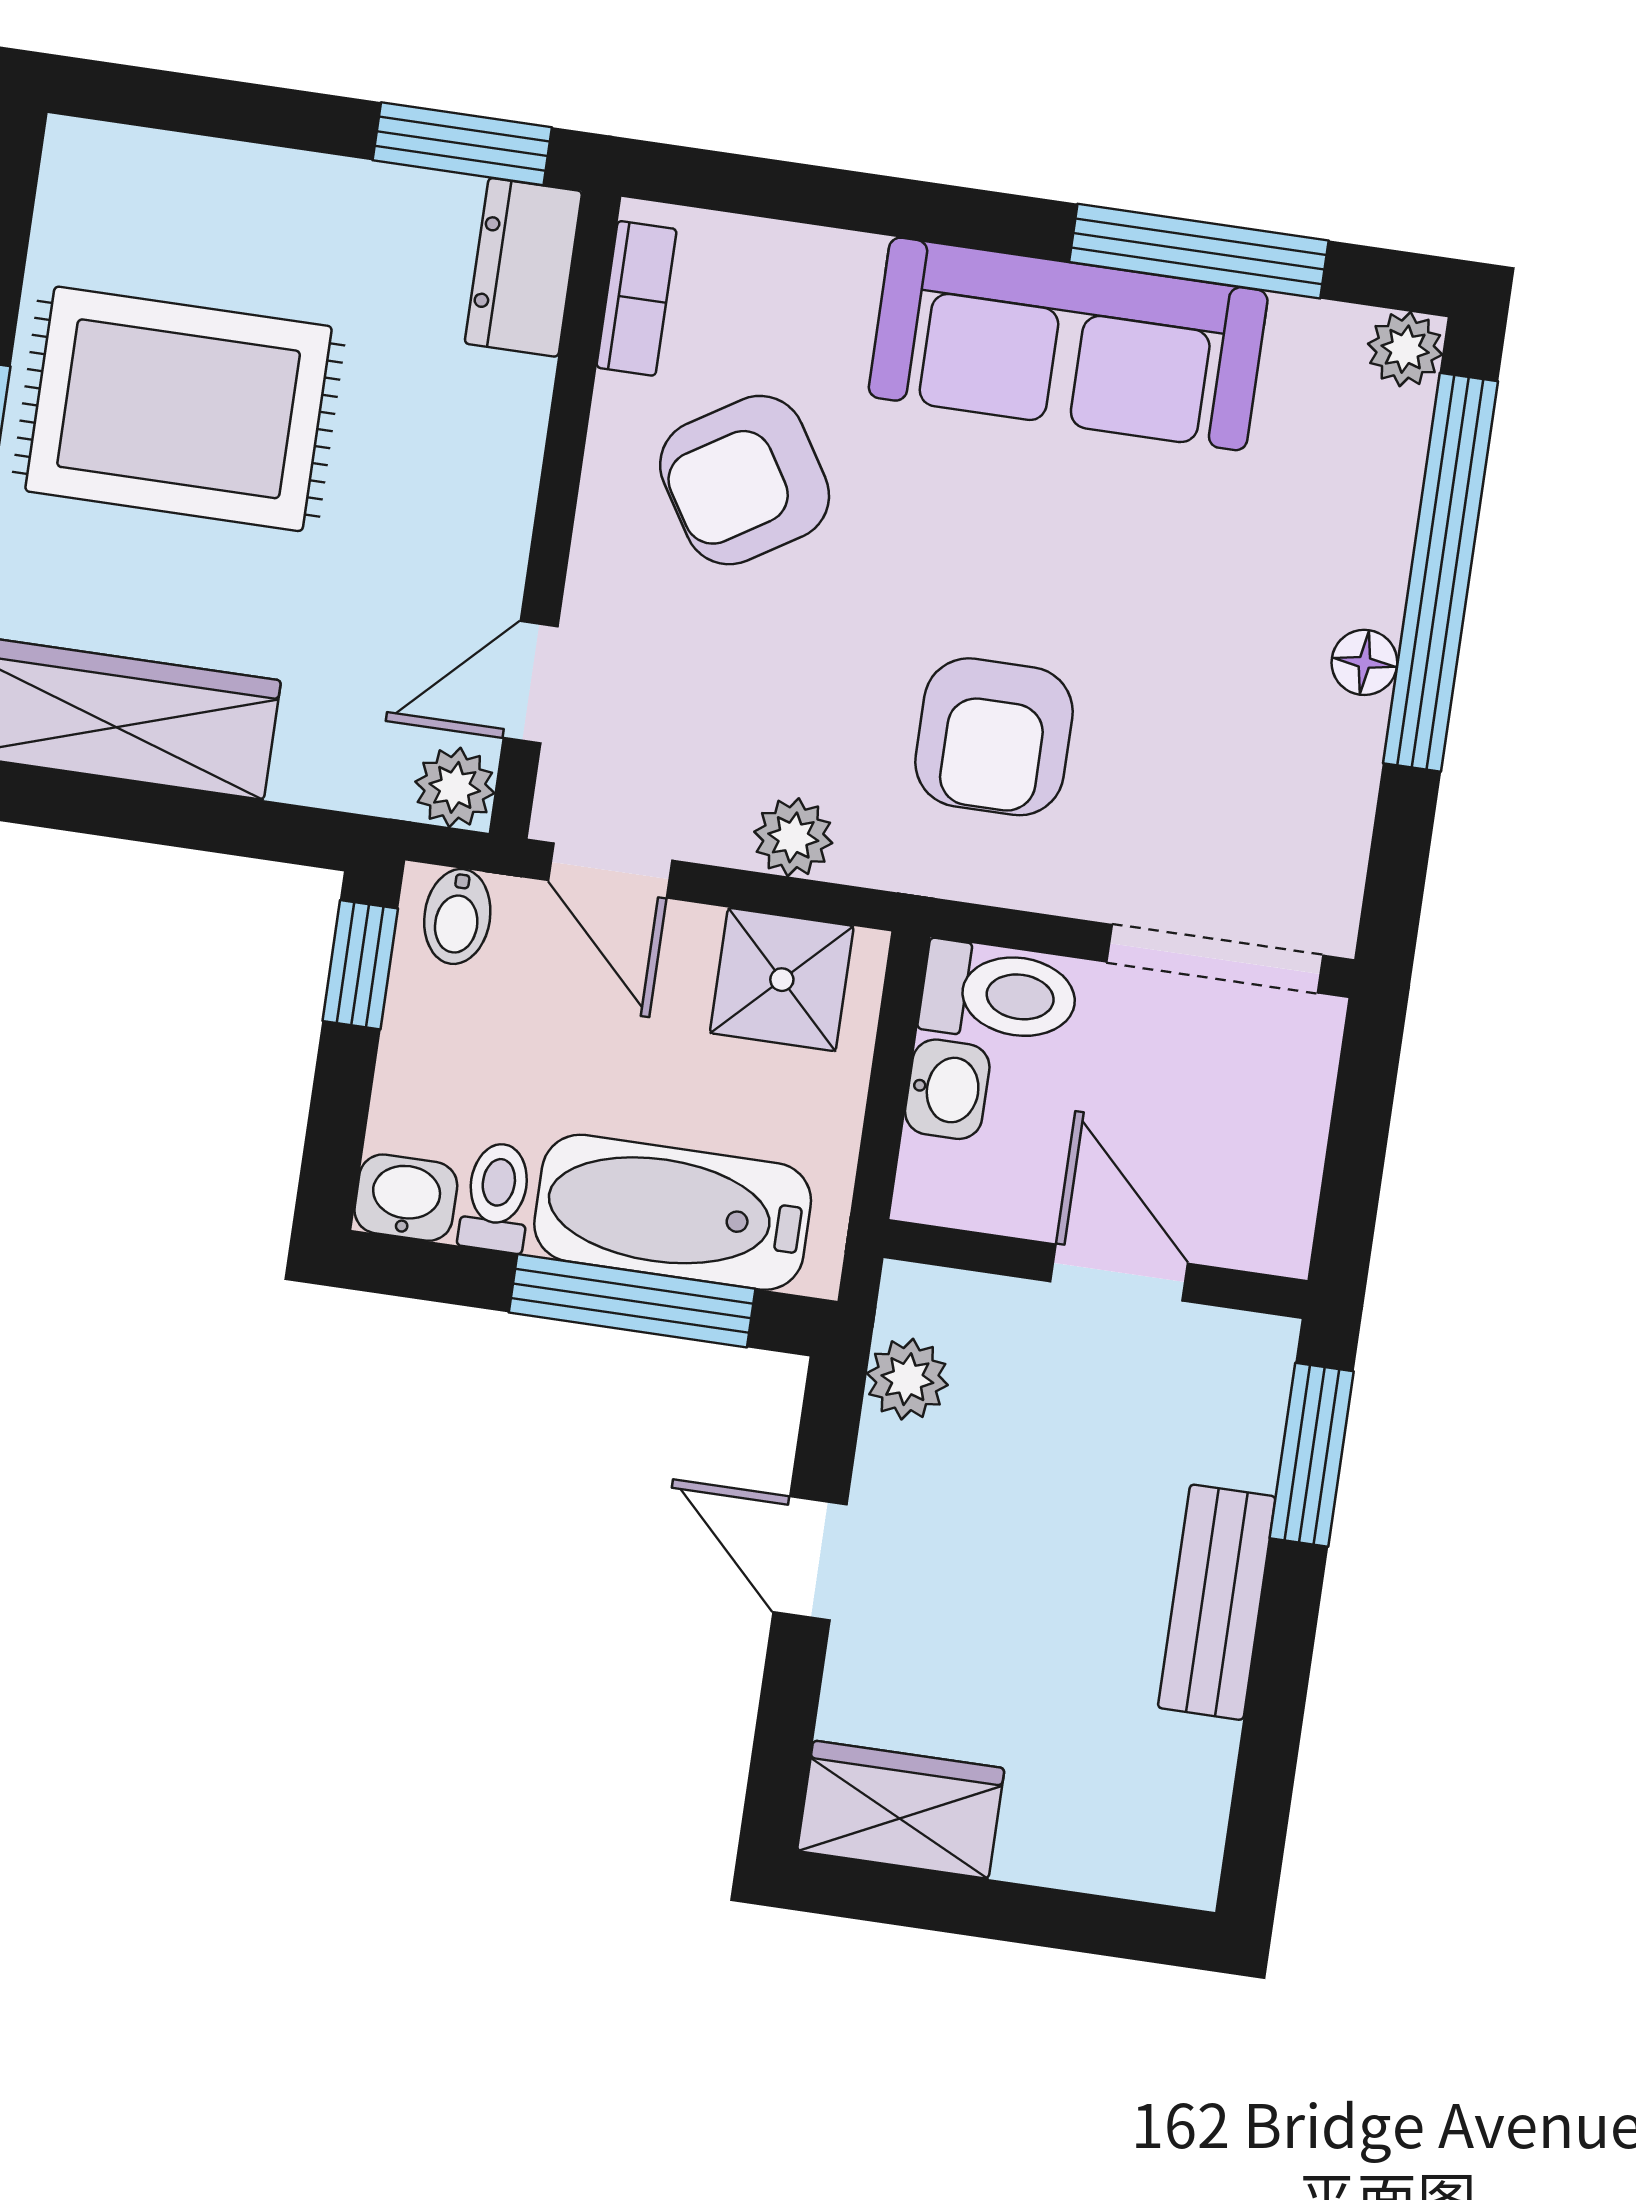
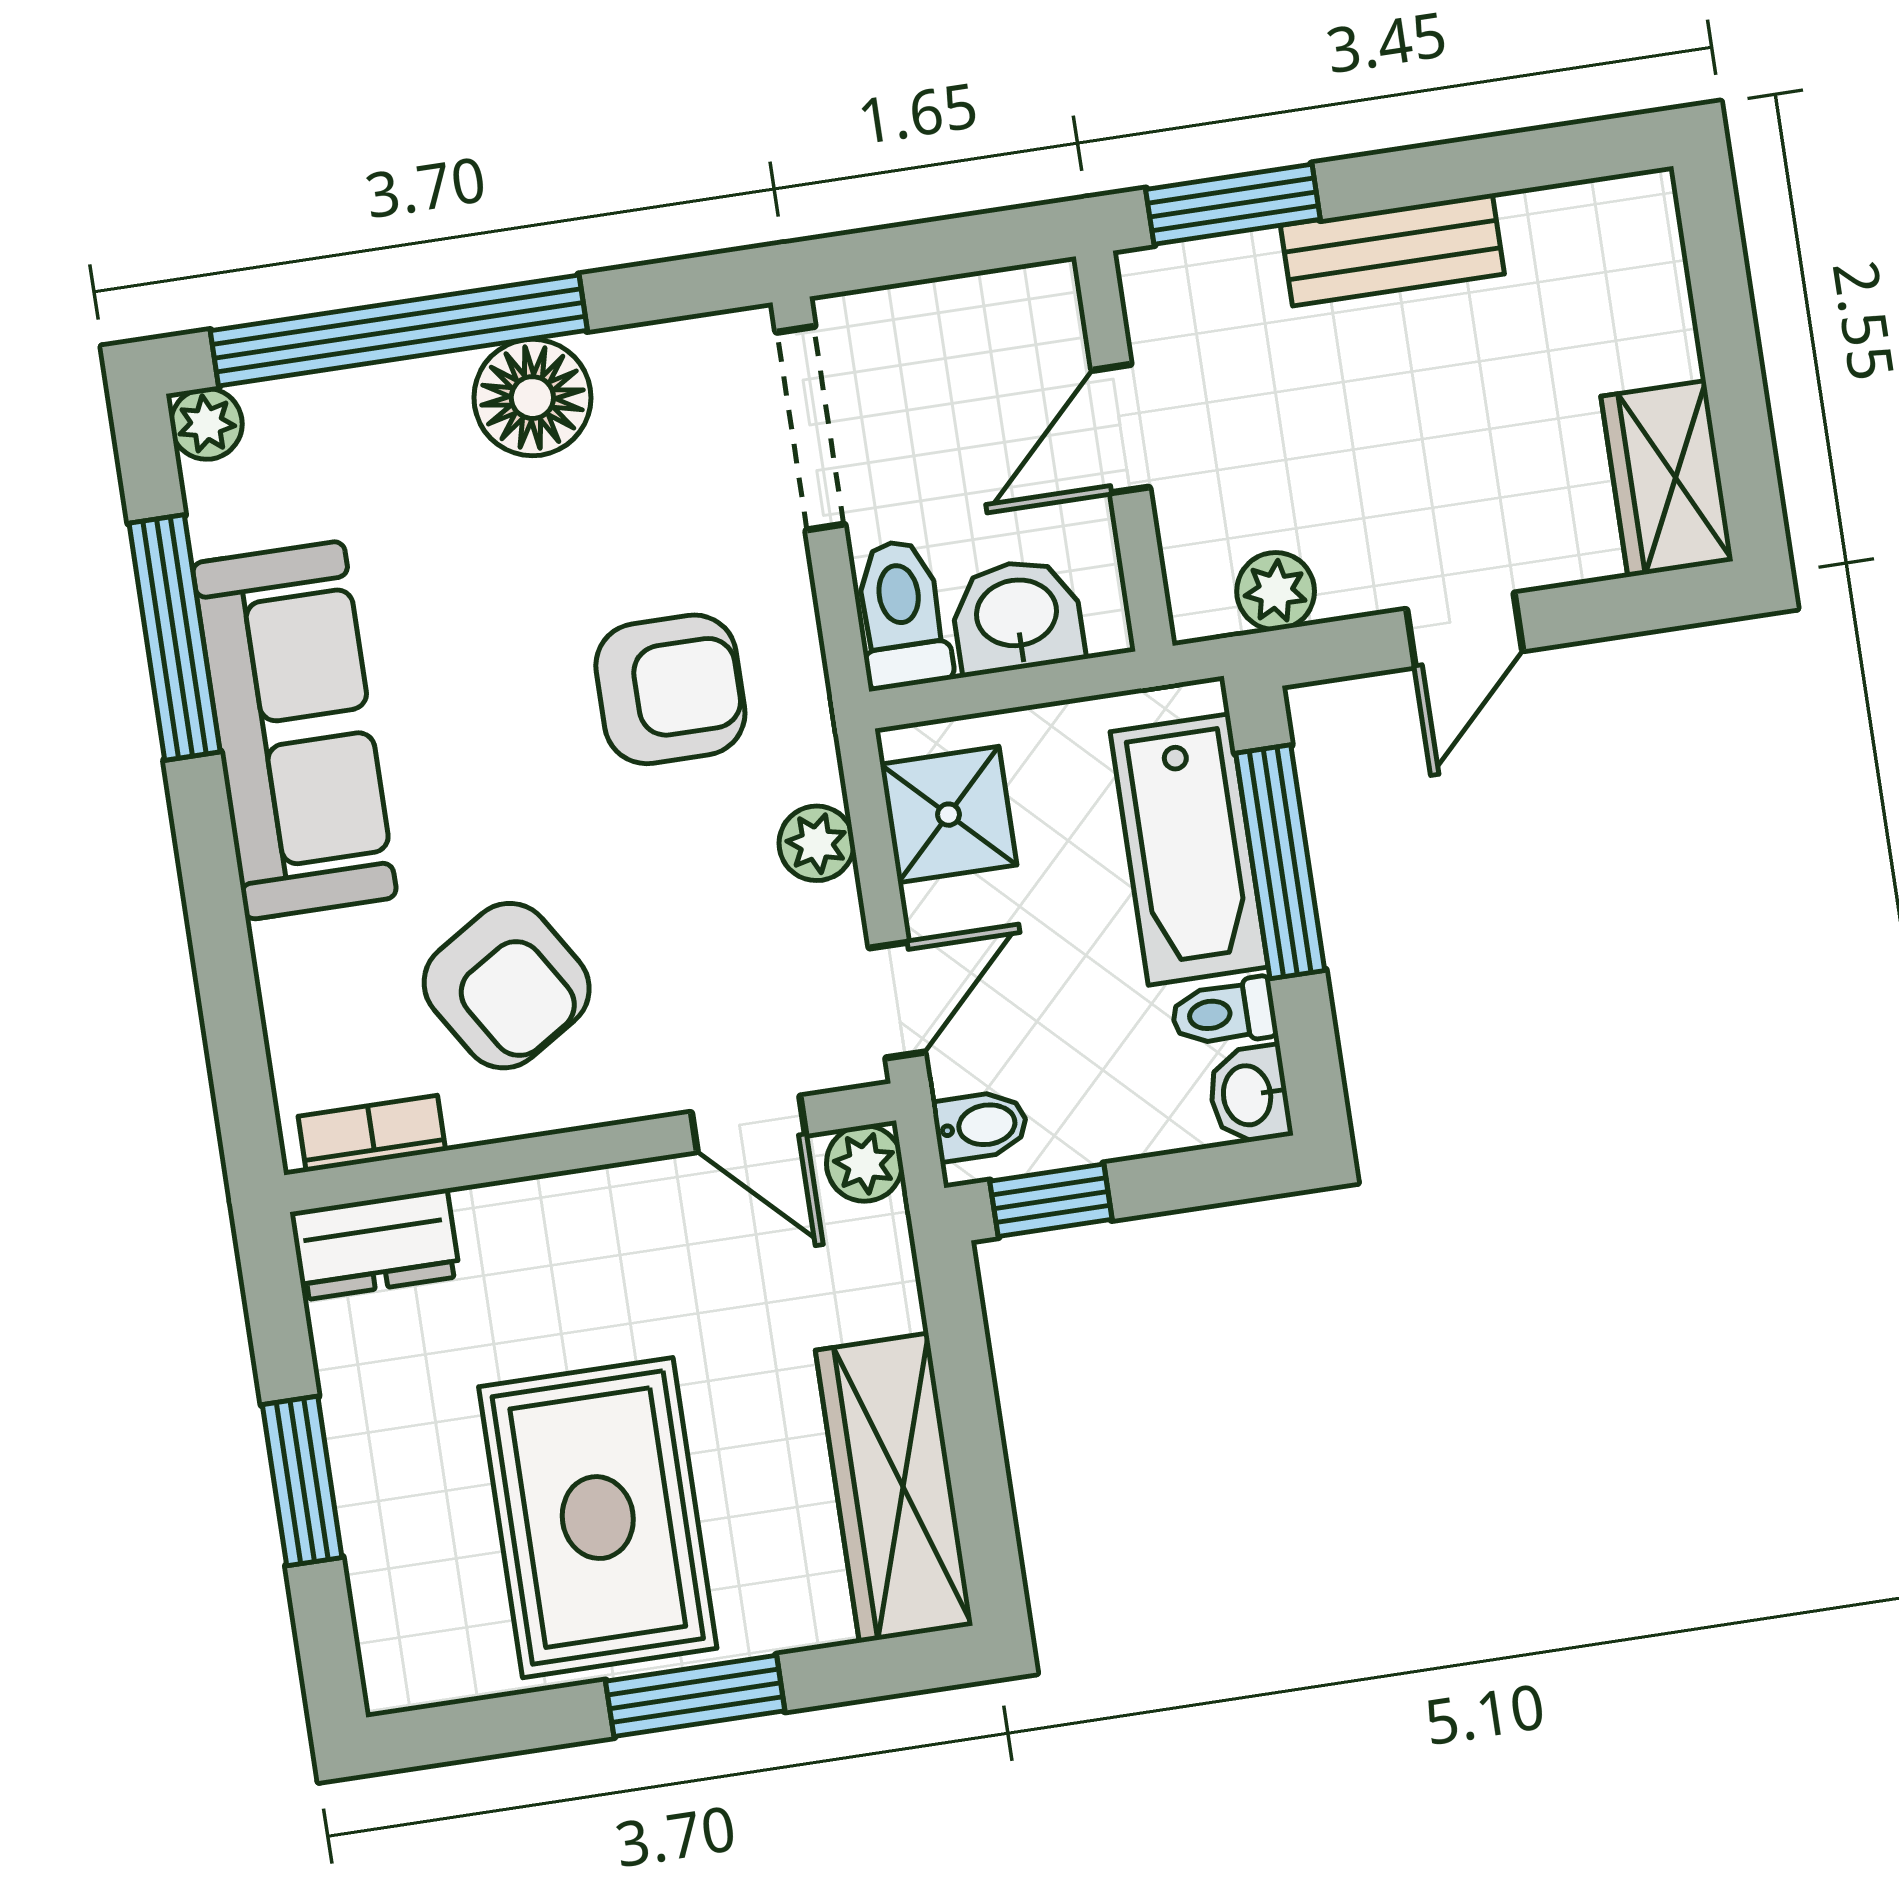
window: (462, 144) -> (302, 1481), moved
floor lamp: (1364, 662) -> (532, 398), width x1.89, depth x1.89
washbasin: (947, 1089) -> (1017, 616), width x1.38, depth x1.45

